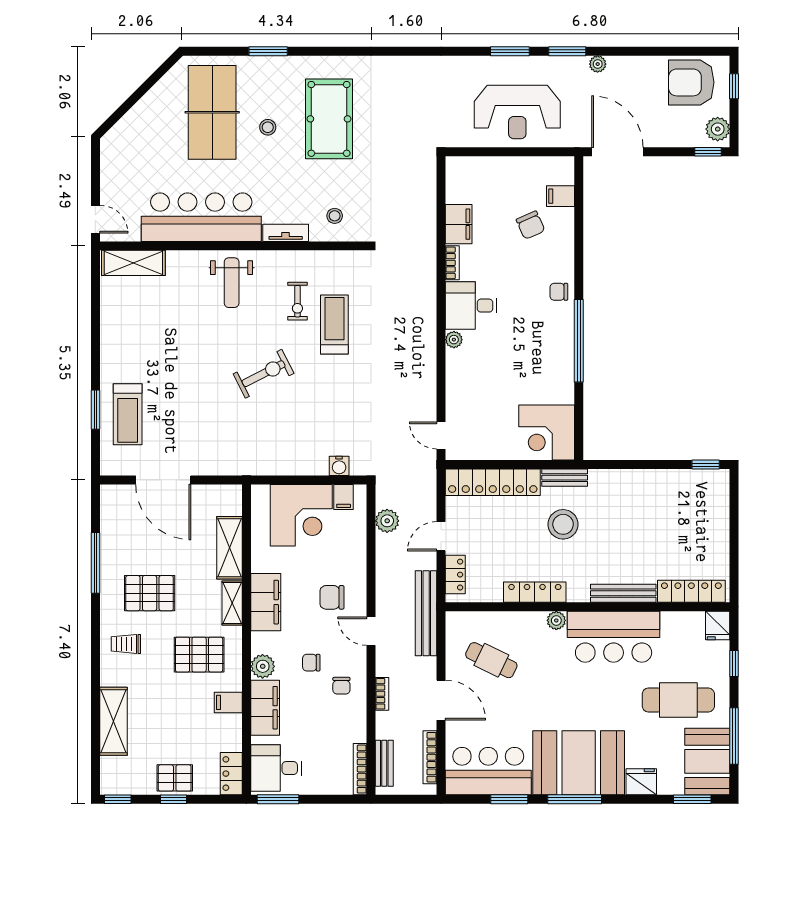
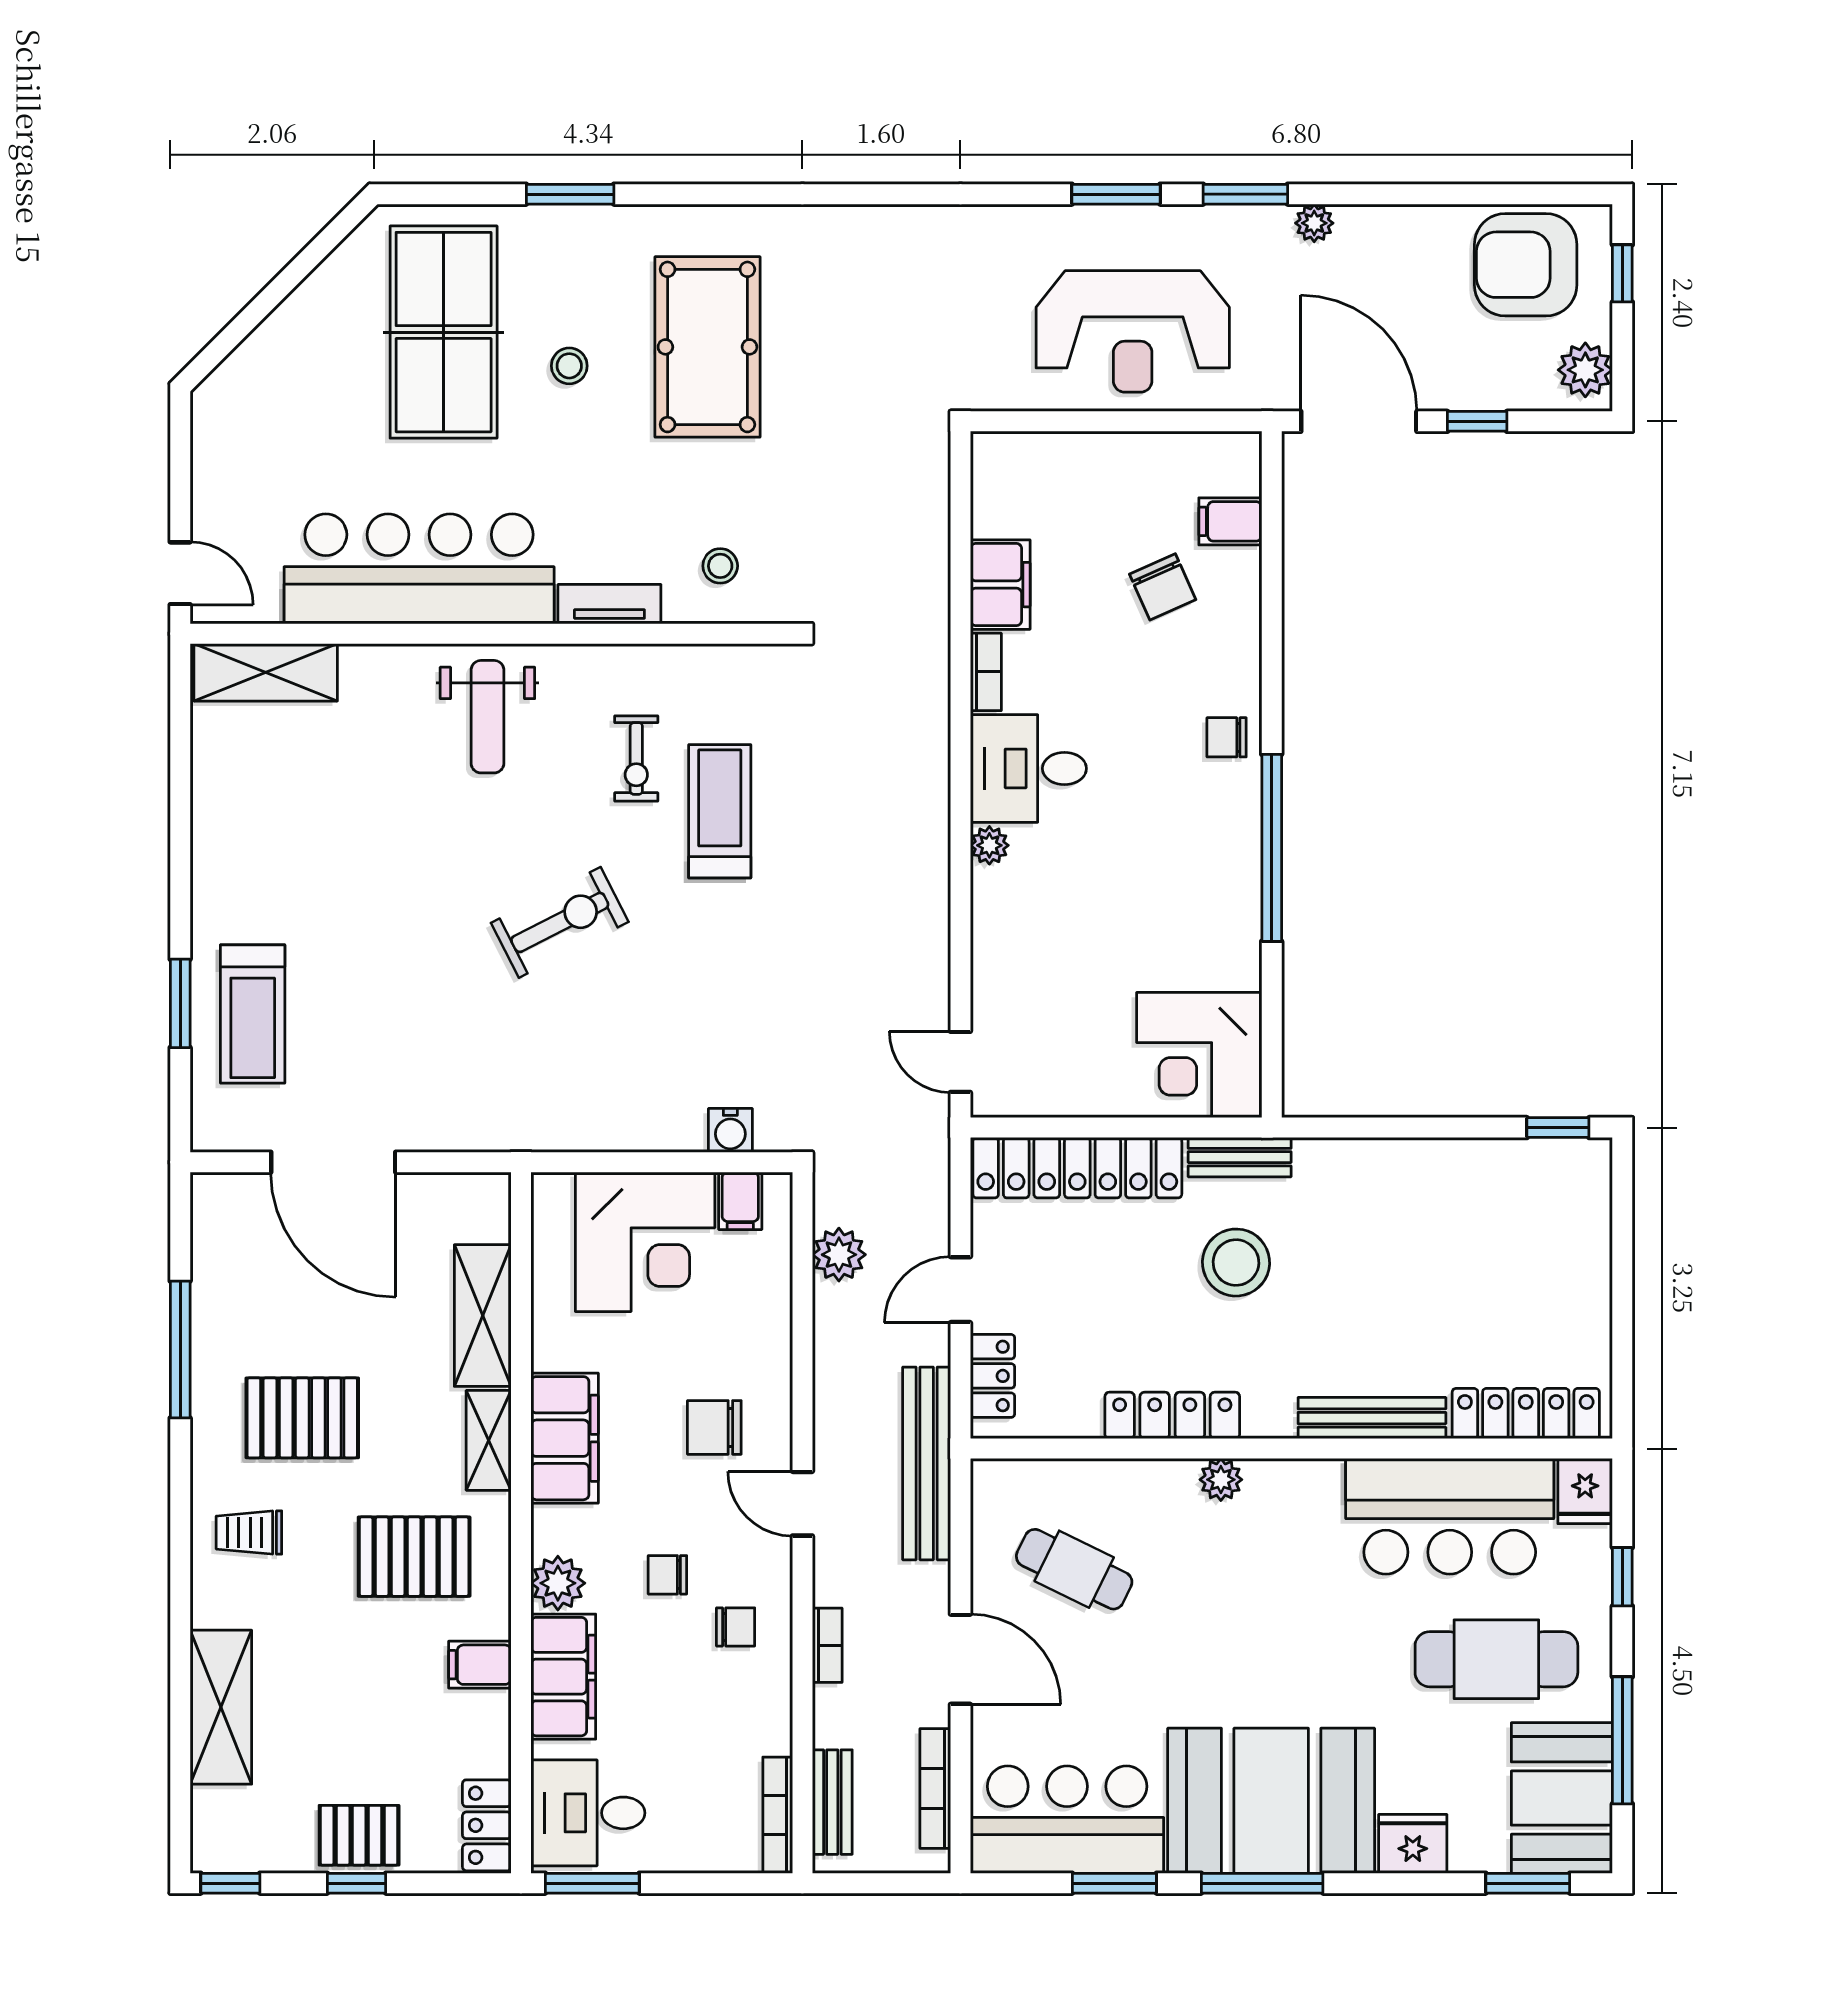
window: (708, 152) -> (1477, 421), moved
bar counter: (614, 637) -> (1450, 1516), moved
chair: (341, 686) -> (736, 1627), turned -90

